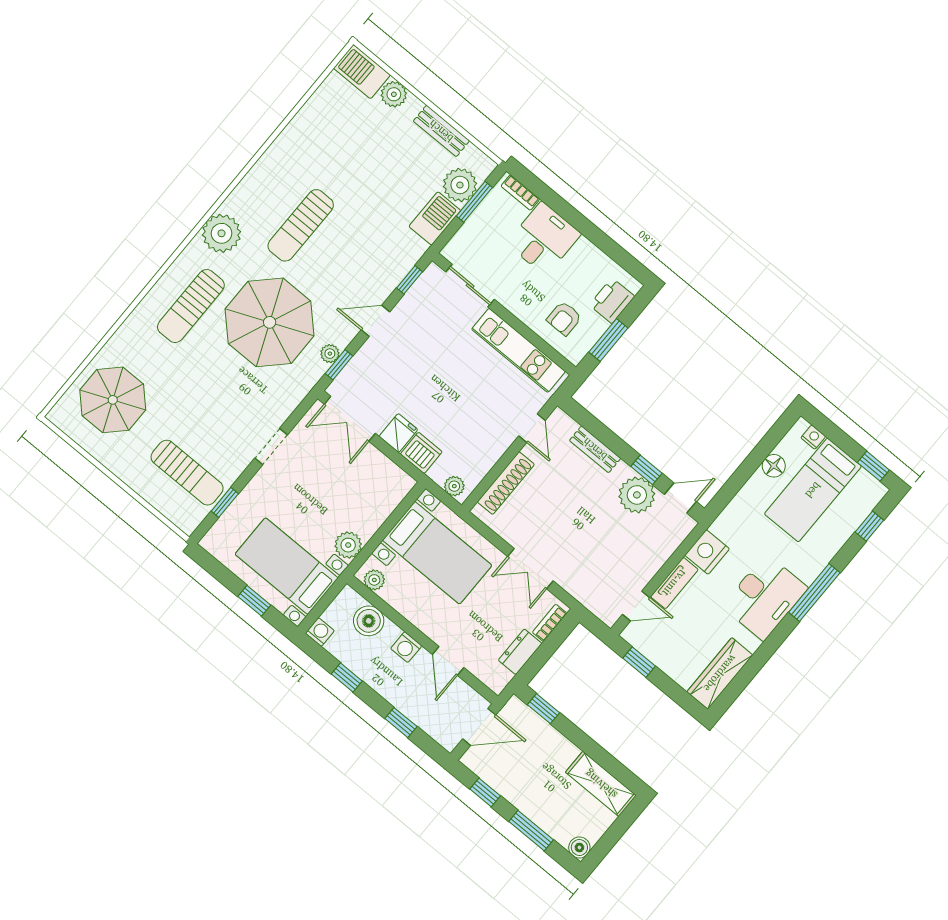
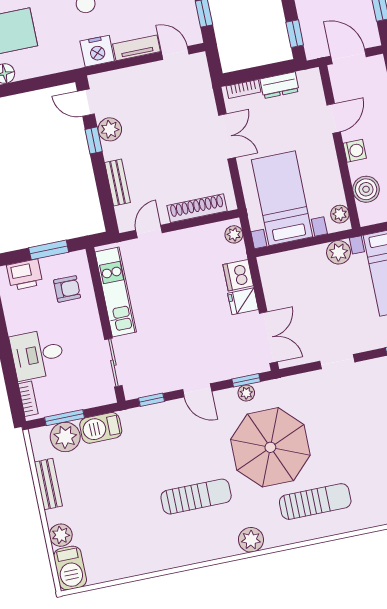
plant: (221, 233) -> (251, 540), width x0.73, depth x0.73
plant: (637, 495) -> (110, 129), width x0.73, depth x0.73

